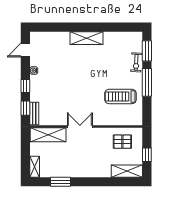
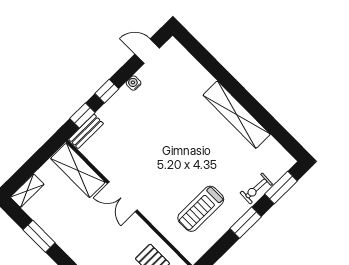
shelving: (86, 38) -> (237, 115), width x1.47
window: (147, 82) -> (246, 223), width x0.69
treadmill: (120, 96) -> (201, 209), turned -90
double door: (80, 127) -> (122, 197), swing flipped

